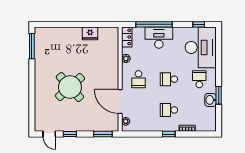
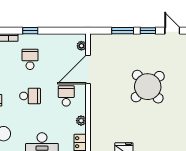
door: (120, 101) -> (88, 69), swing flipped
school desk: (169, 110) -> (30, 59), turned -90
window: (103, 134) -> (123, 31), moved

